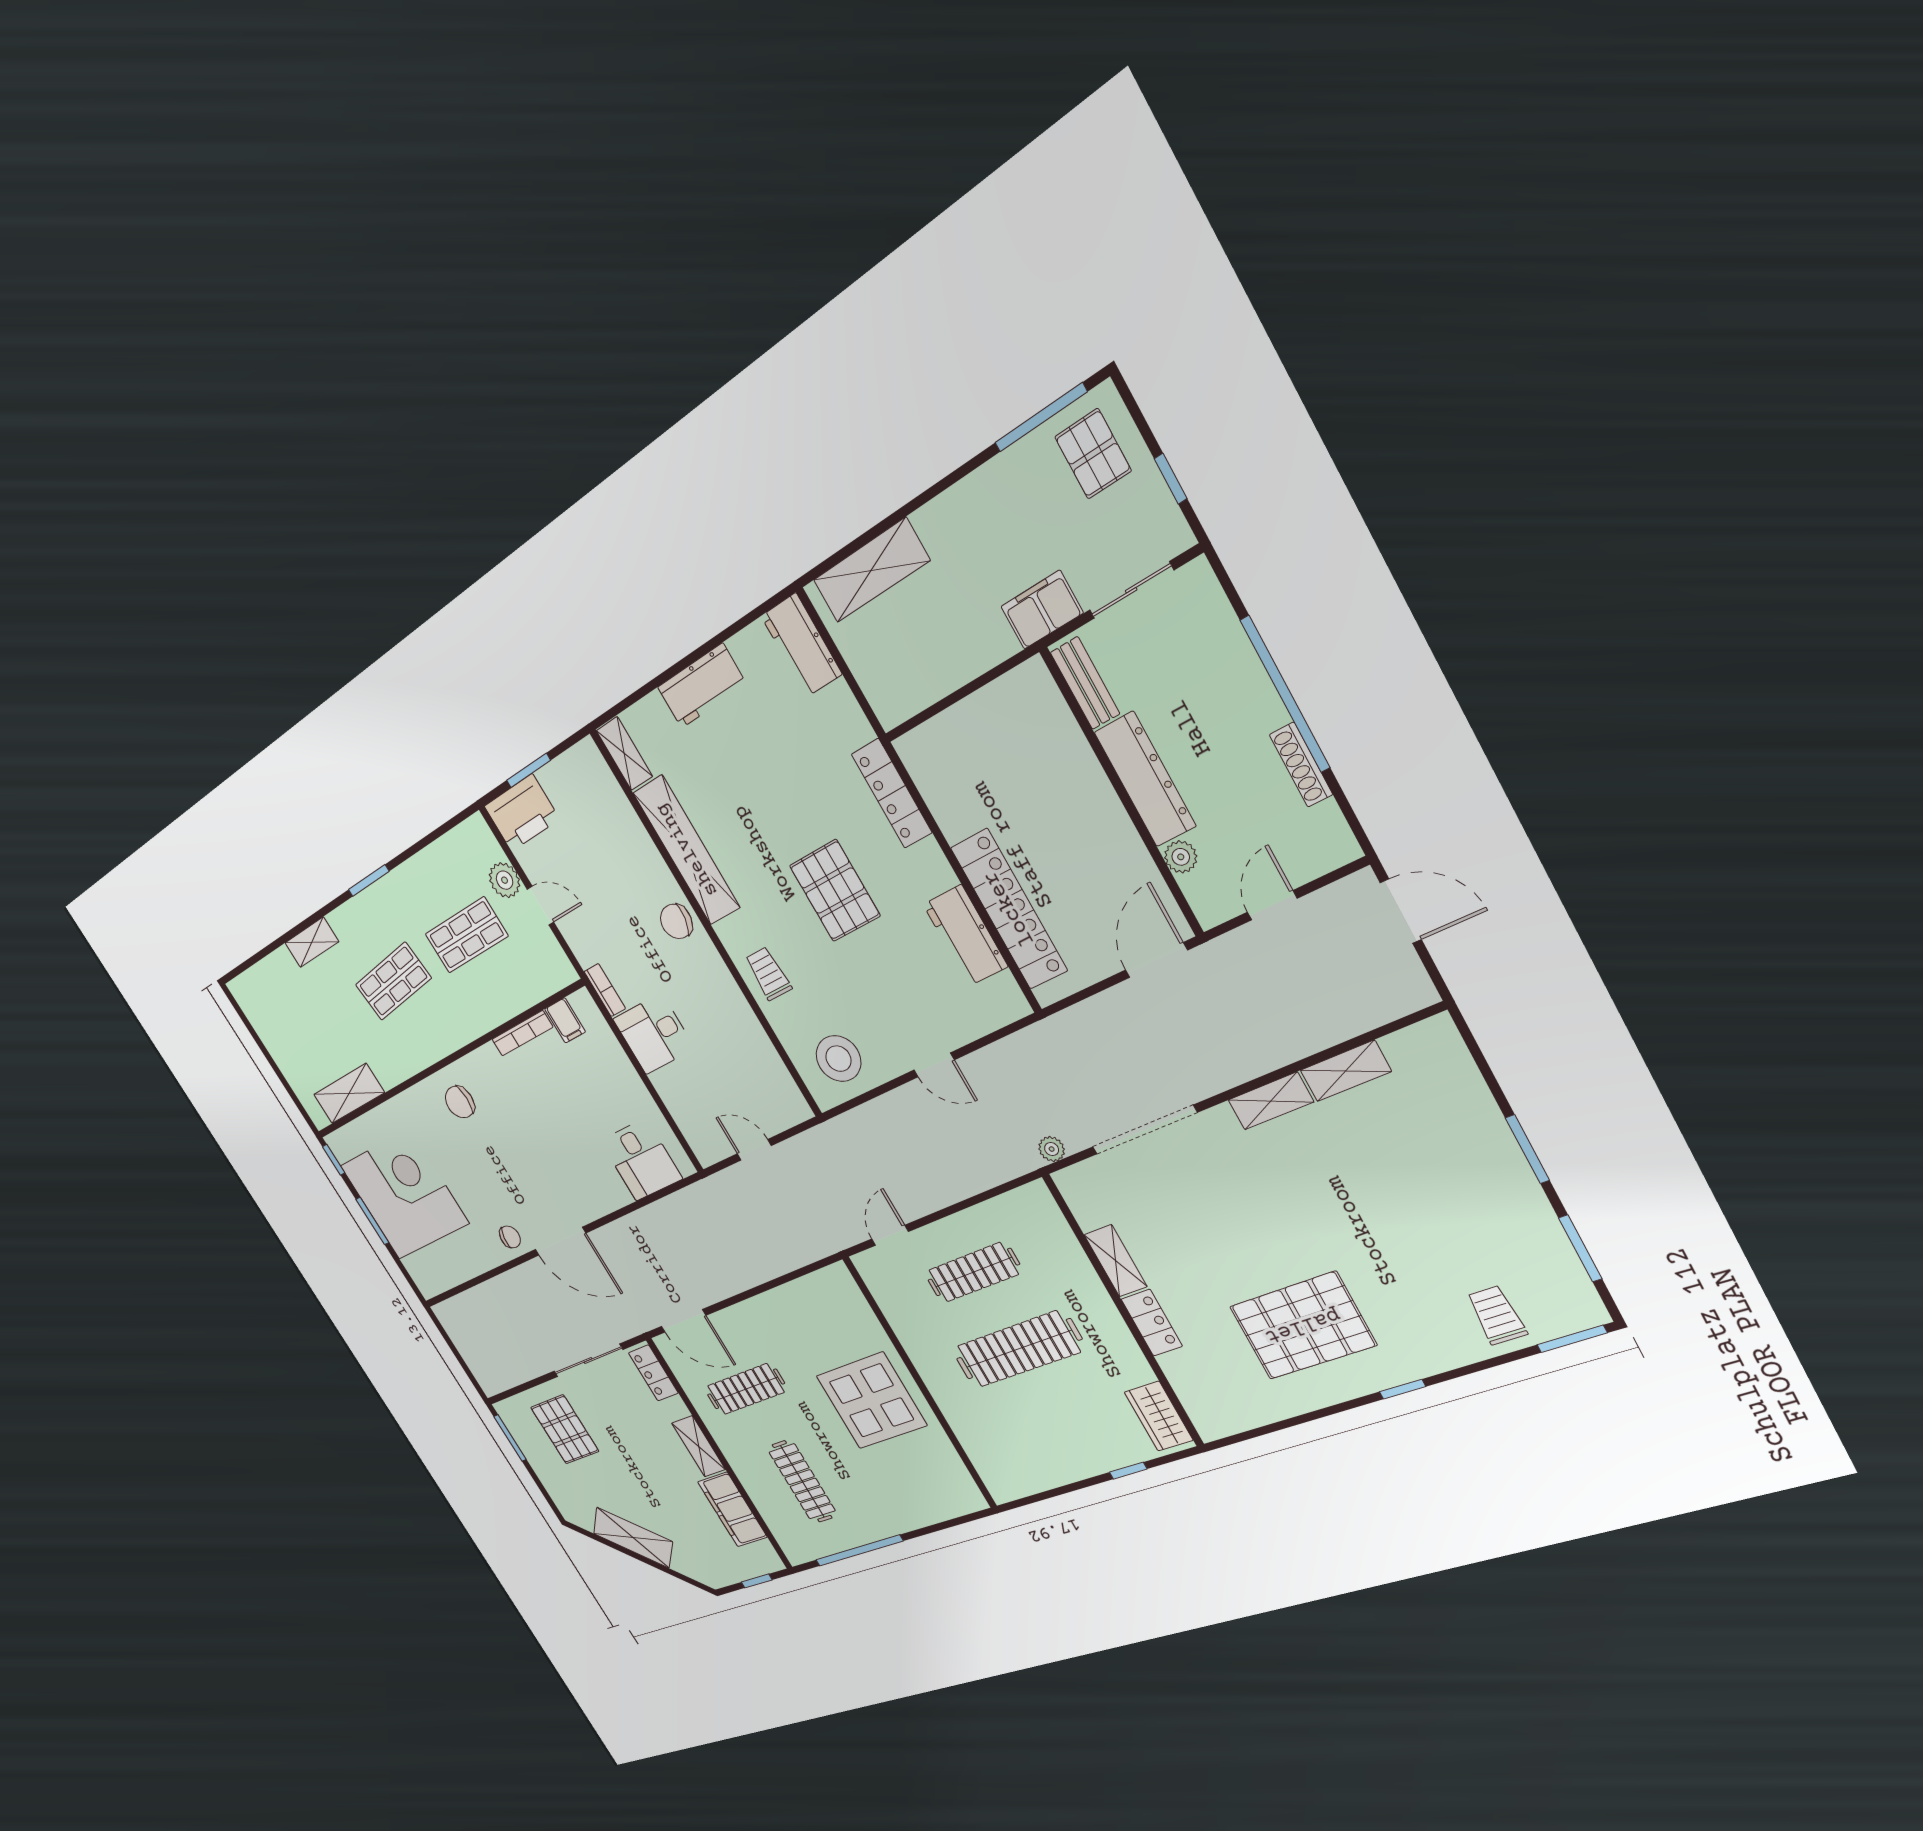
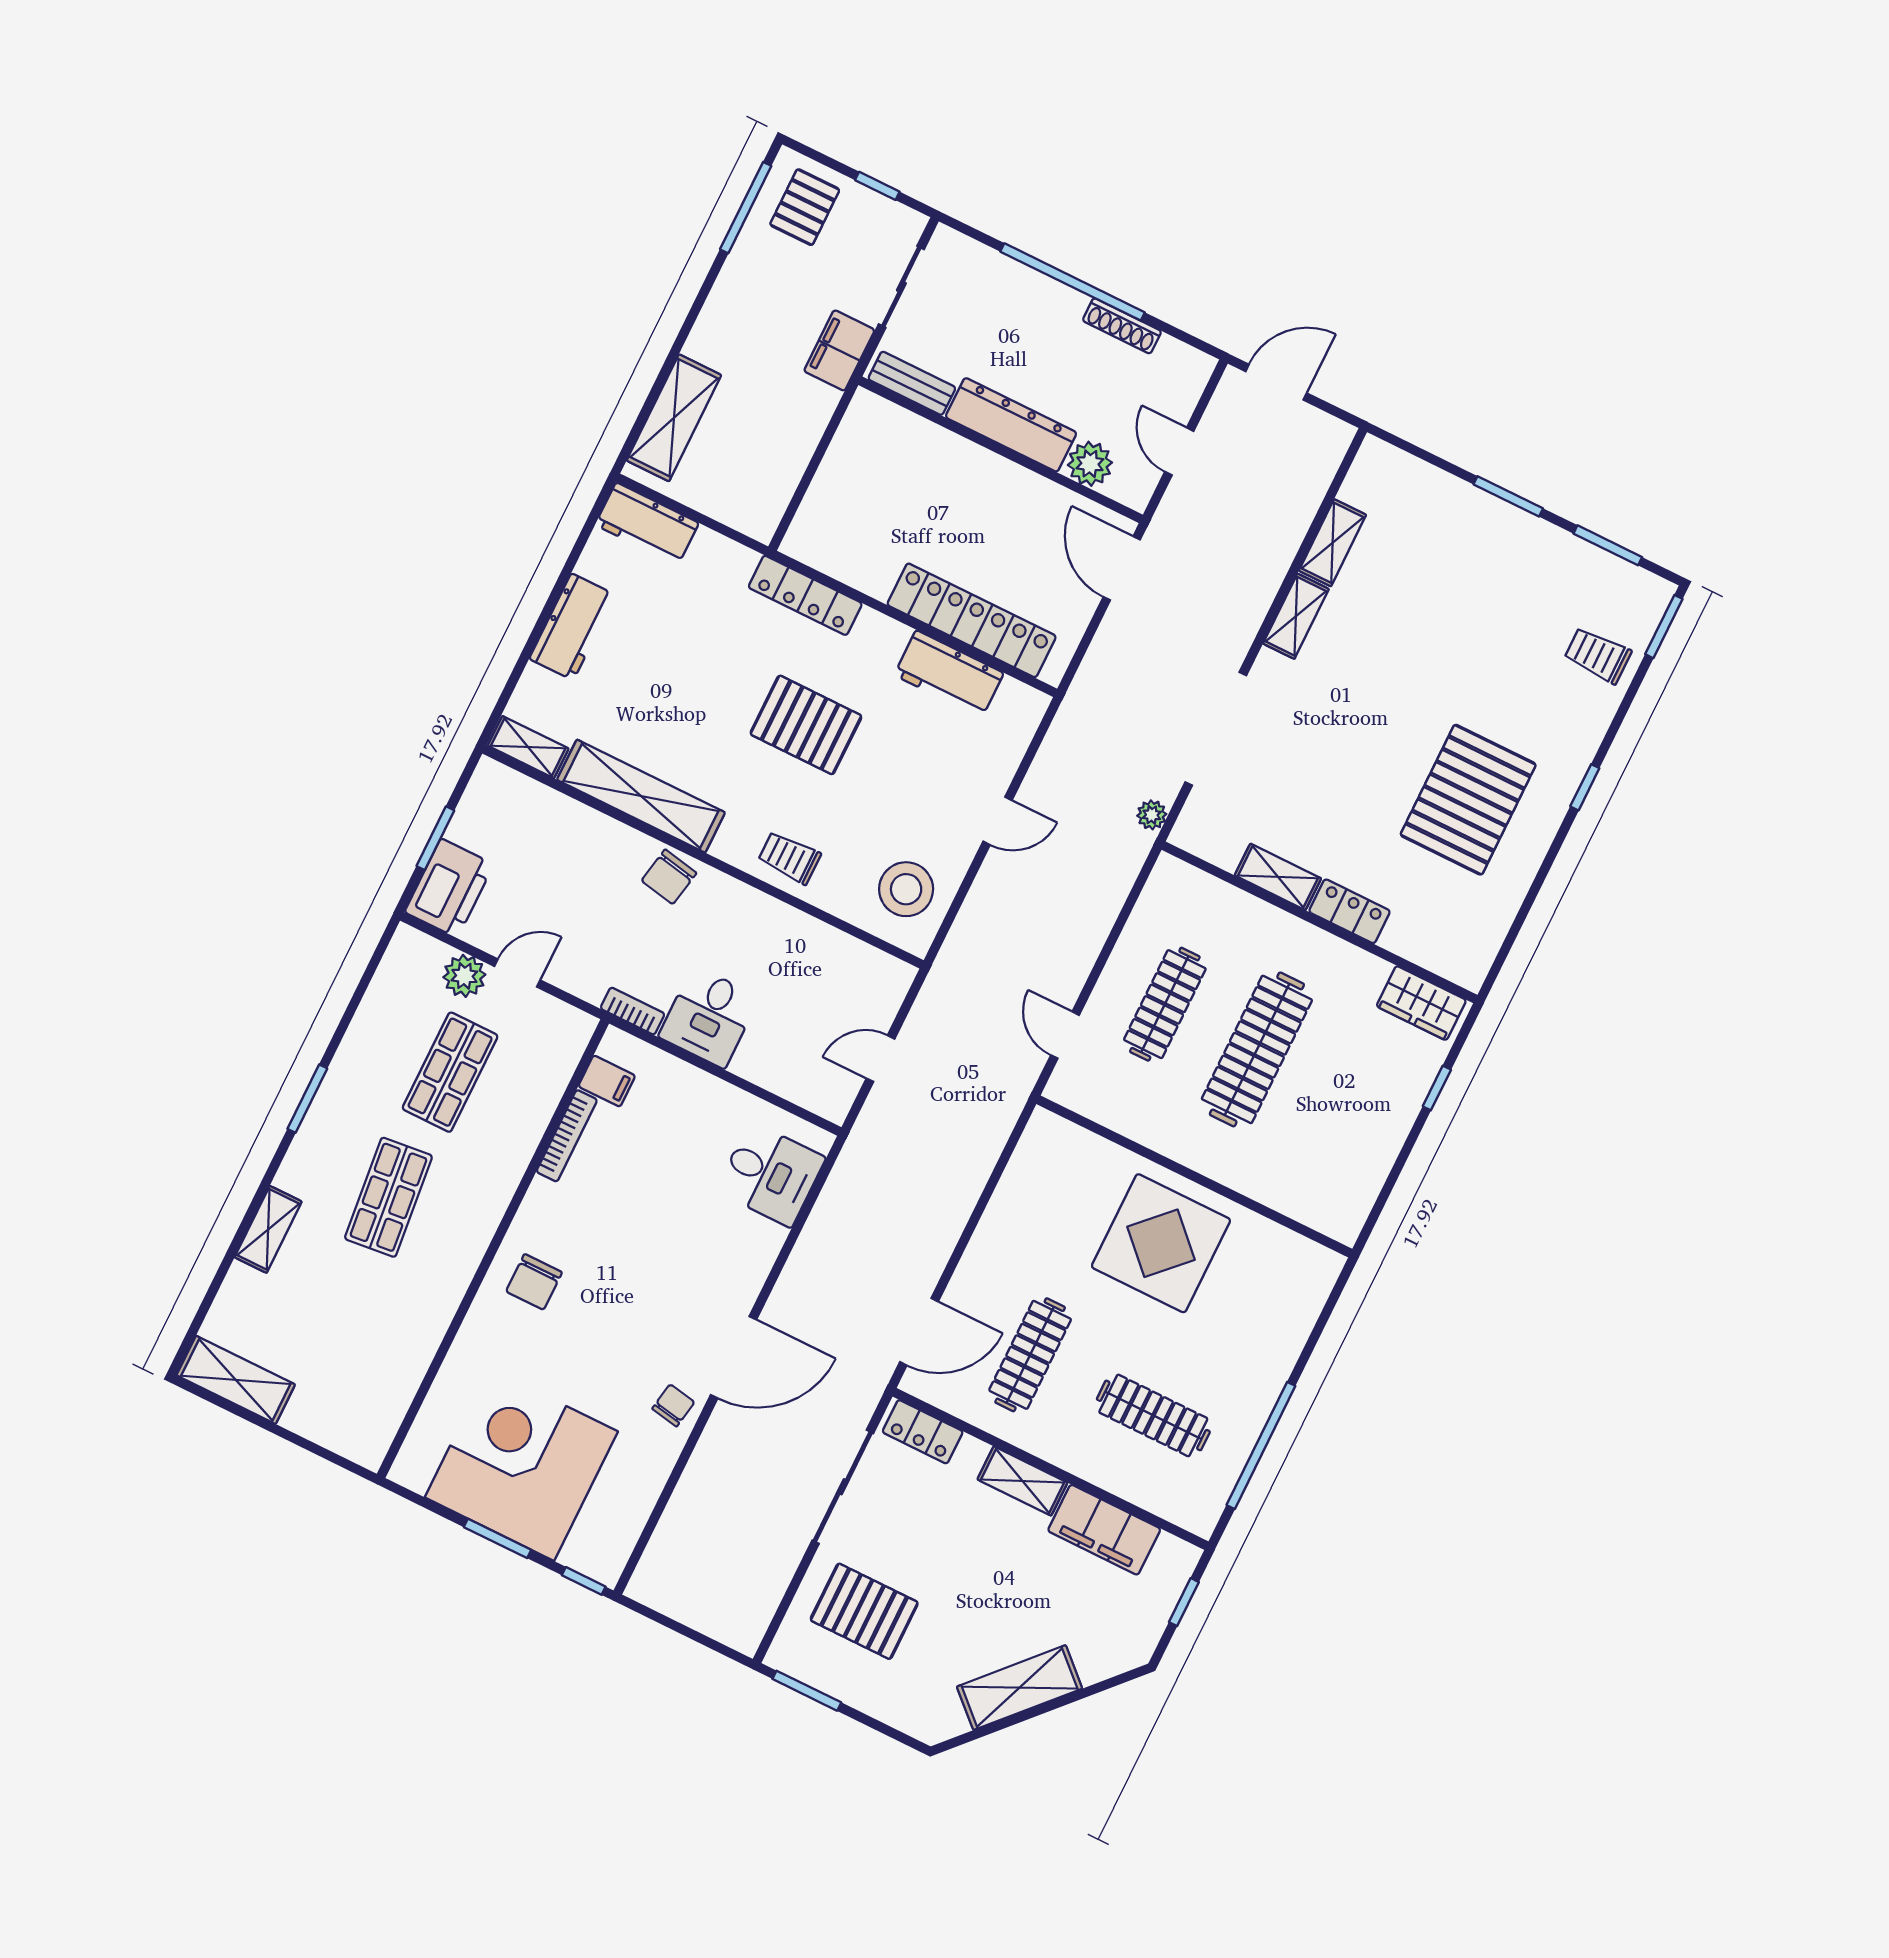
pallet: (1093, 454) -> (805, 207), turned 90
plant: (1181, 857) -> (1090, 464), width x1.38, depth x1.38
shelving: (349, 1094) -> (236, 1380), moved, turned 90
window: (334, 1160) -> (584, 1581), moved

